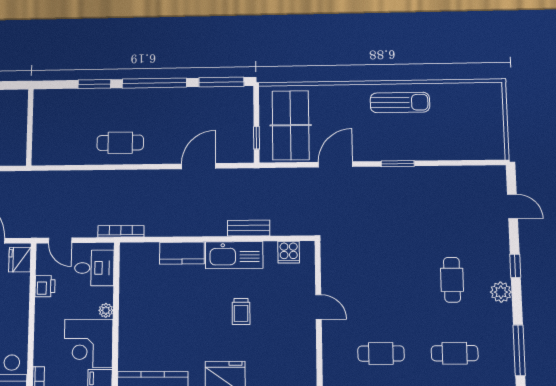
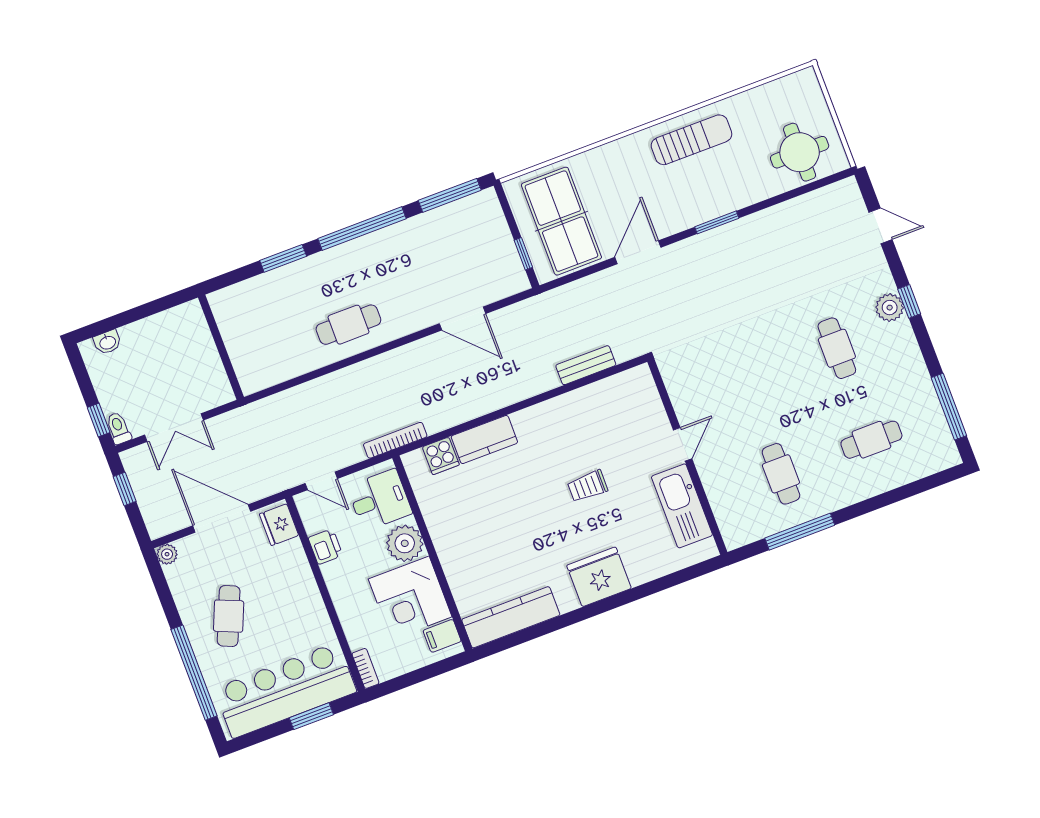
round table: (472, 137) -> (800, 152), added
door: (199, 166) -> (463, 319), swing flipped
bench: (249, 228) -> (586, 365), moved
cooker: (289, 252) -> (441, 456), moved
kitchen sink: (234, 255) -> (682, 506), moved, turned 90
plant: (501, 292) -> (890, 308), moved
door: (318, 307) -> (683, 444), hinge flipped
plant: (106, 310) -> (405, 543), width x1.87, depth x1.87
trolley: (241, 312) -> (588, 486), turned 90
cafe table: (381, 354) -> (781, 474), turned 90

